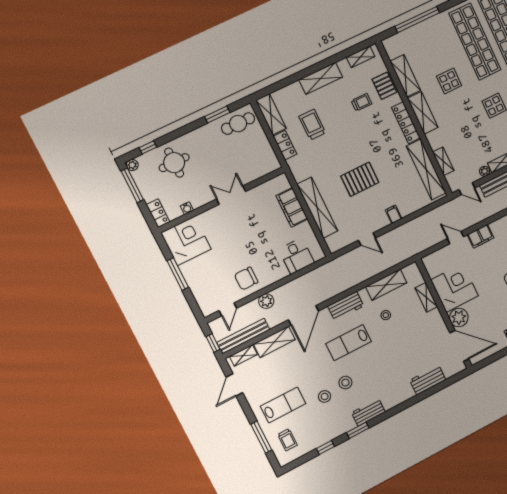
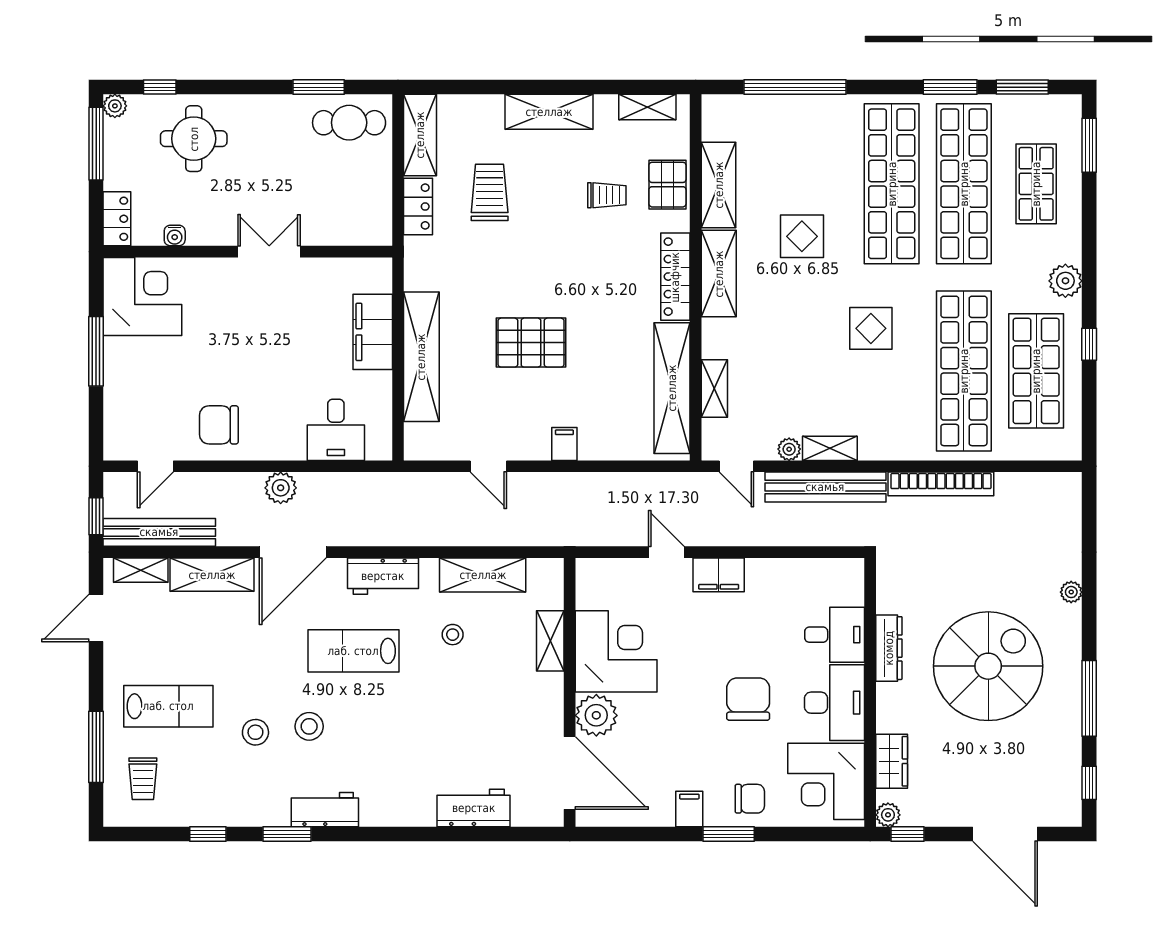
plant: (266, 301) -> (281, 488), moved

